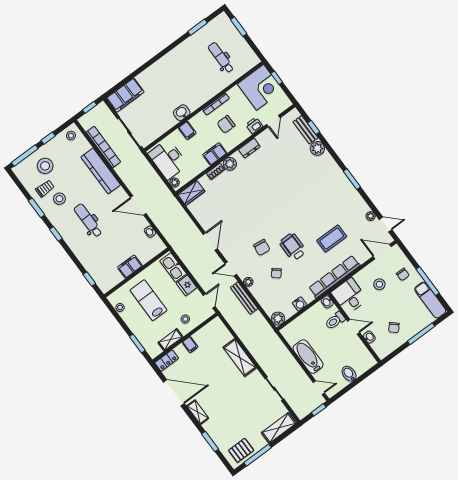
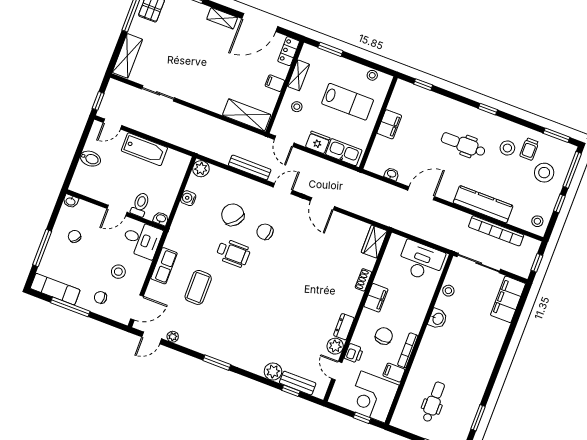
dental chair: (221, 58) -> (433, 402), turned -90
stool: (162, 127) -> (448, 291), added
filing cabinet: (187, 130) -> (394, 373), moved
plant: (230, 164) -> (335, 346), moved
plant: (174, 182) -> (399, 241), removed
window: (37, 208) -> (557, 135), moved
dental chair: (88, 220) -> (463, 145), turned 180
chair: (276, 273) -> (233, 215), width x1.87, depth x1.87
row of seats: (334, 277) -> (164, 266), width x0.50
plant: (248, 282) -> (256, 187), removed
washbasin: (369, 337) -> (71, 201), moved
shelving: (240, 358) -> (247, 115), moved

